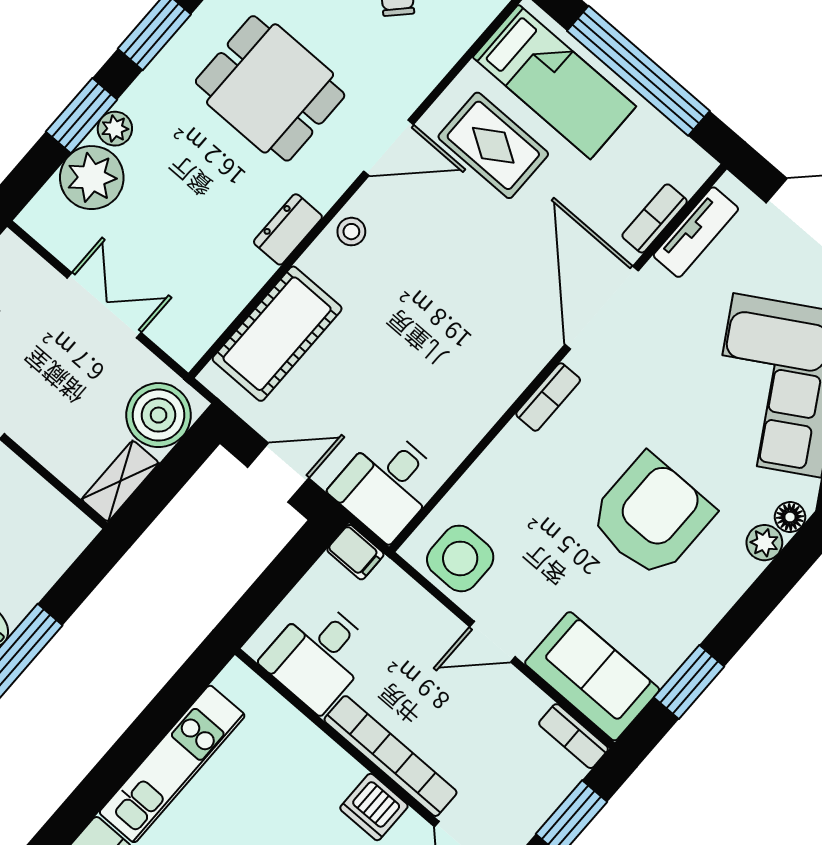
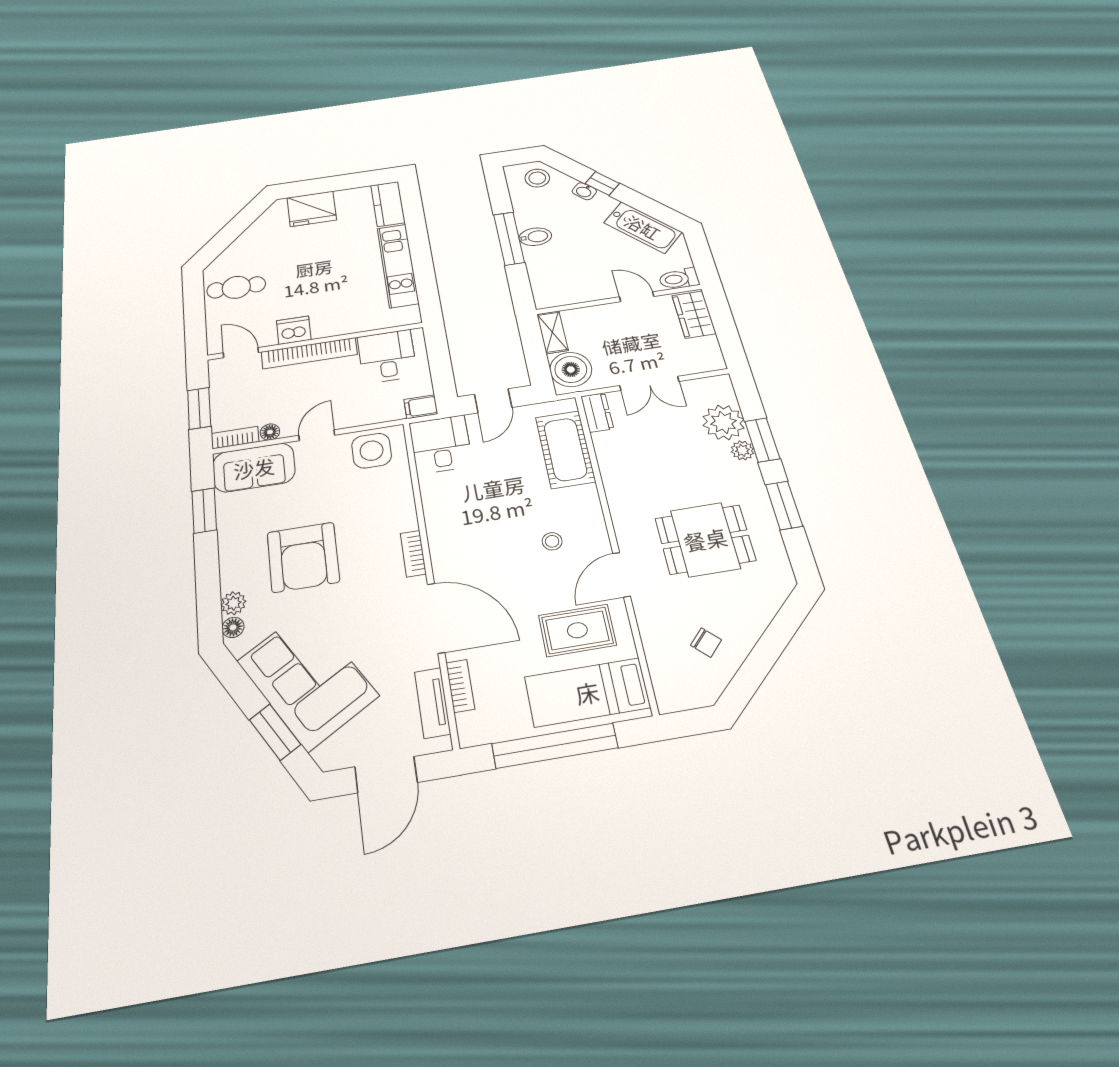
dresser: (288, 229) -> (597, 413), moved
stool: (351, 232) -> (552, 541), moved
floor lamp: (533, 702) -> (270, 432), added

